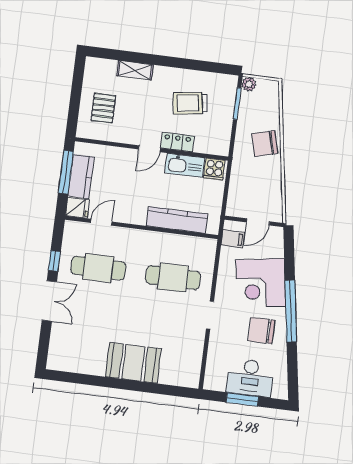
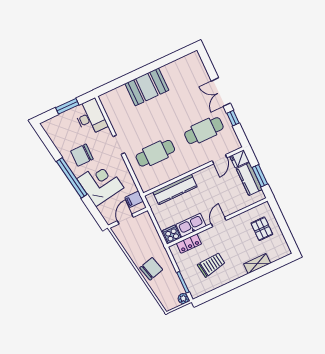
locker: (177, 142) -> (189, 244), moved
window: (66, 172) -> (260, 176), width x0.69
chair: (261, 330) -> (82, 155), turned 180
desk: (250, 378) -> (91, 117), moved, turned 90

